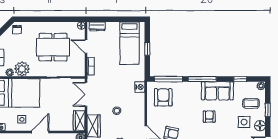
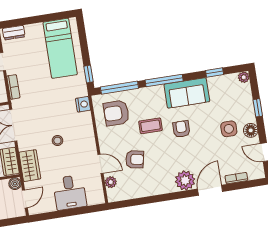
window: (147, 49) -> (88, 74), moved
armchair: (163, 97) -> (116, 113), turned -90
coffee table: (251, 103) -> (150, 126), moved

